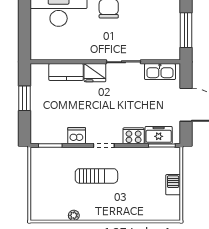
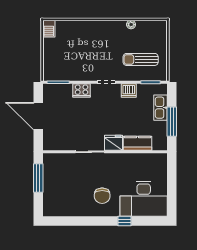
kitchen sink: (160, 72) -> (161, 108), moved, turned -90
window: (25, 98) -> (172, 122), width x1.44
freezer: (159, 135) -> (61, 91), removed
sun lounger: (96, 176) -> (141, 59), moved
barbecue: (173, 185) -> (49, 29), moved

